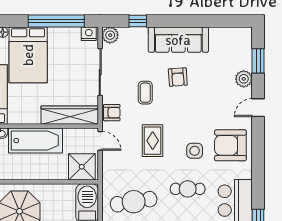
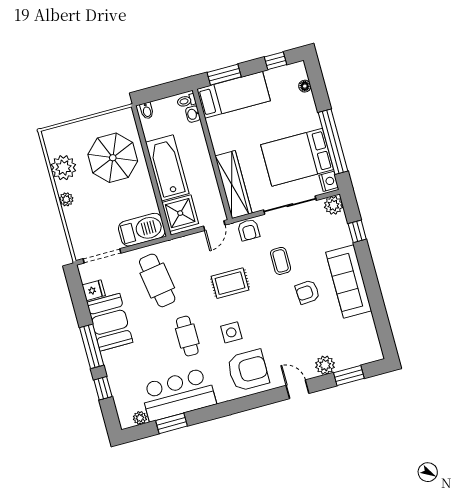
bed: (28, 55) -> (297, 157), moved
coffee table: (145, 93) -> (281, 261), turned 90
bathtub: (36, 141) -> (167, 168), moved, turned 180
armchair: (230, 145) -> (248, 370), turned 90

